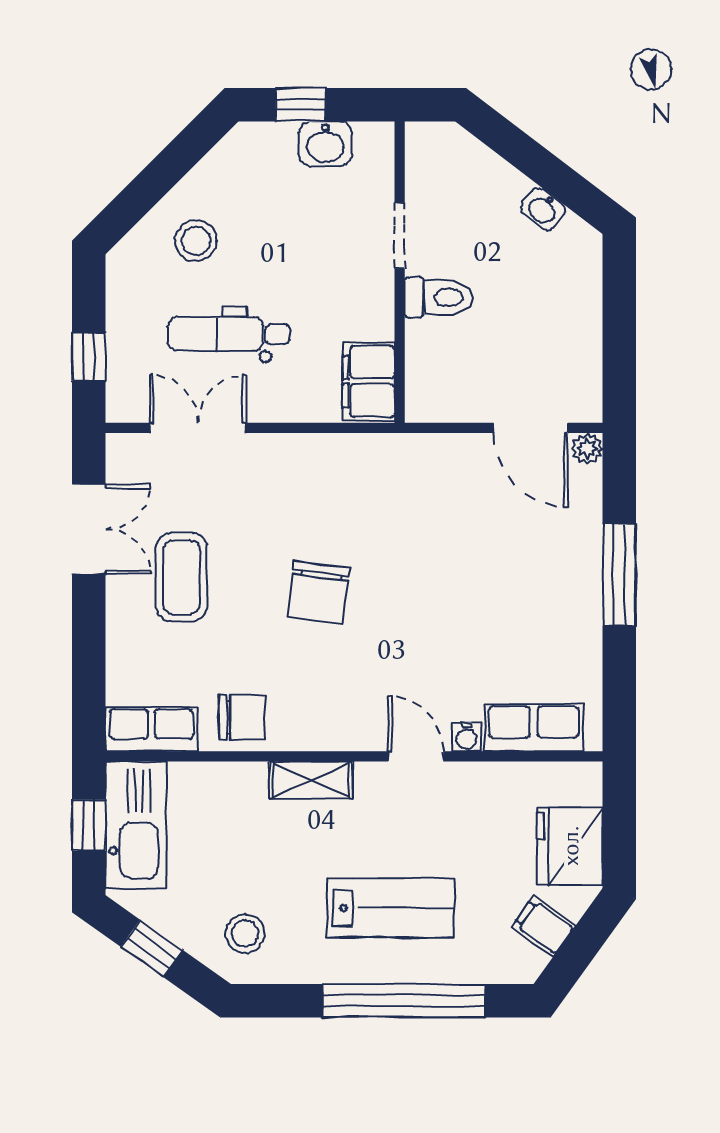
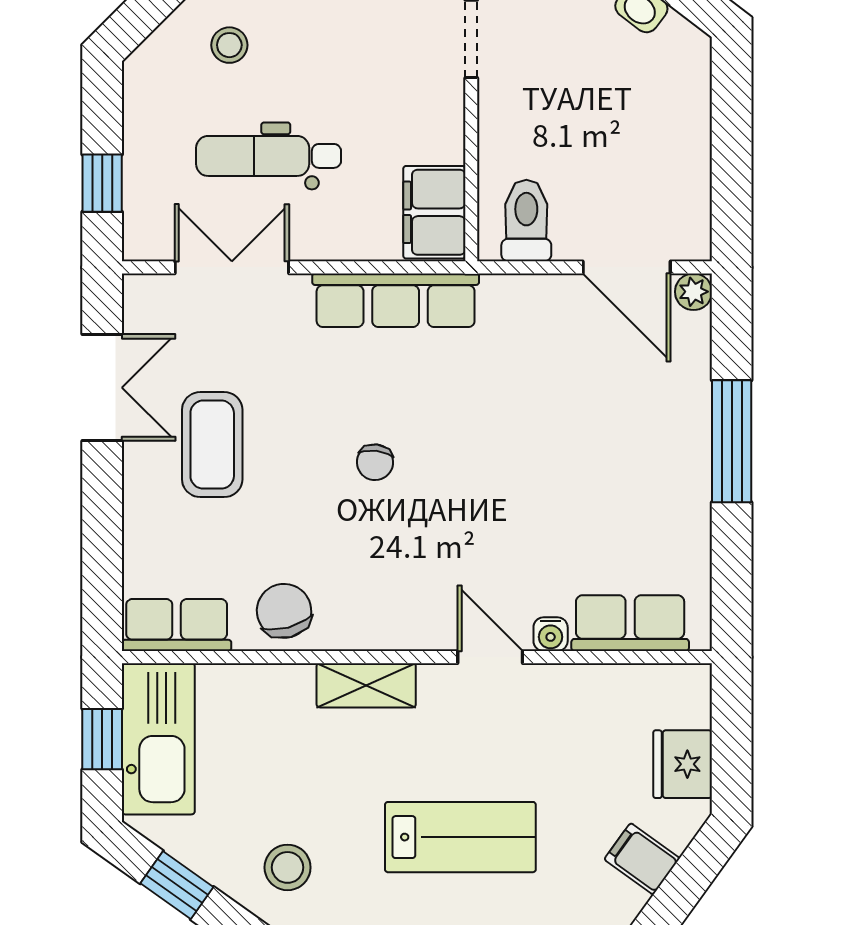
stool: (196, 241) -> (229, 45), width x0.73, depth x0.73
toilet: (439, 297) -> (526, 221), moved, turned -90
row of seats: (336, 456) -> (396, 300), added
chair: (319, 592) -> (375, 462), width x0.54, depth x0.54
chair: (242, 717) -> (284, 611), turned -105
fridge: (570, 846) -> (683, 764), width x0.73, depth x0.75

